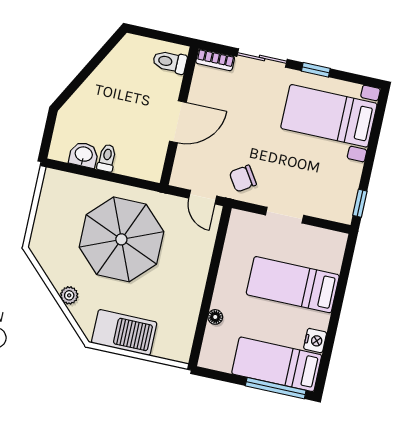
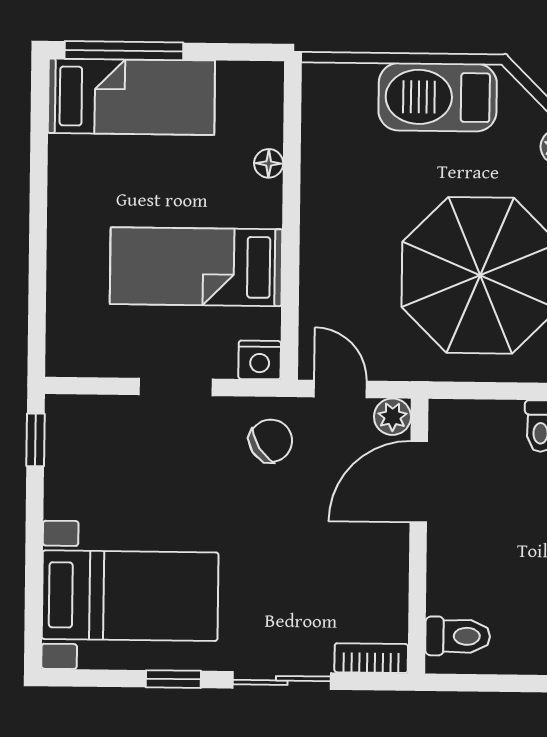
door: (178, 122) -> (419, 482), moved
plant: (180, 178) -> (392, 417), added
bed: (293, 285) -> (196, 267), moved, turned 180
nightstand: (315, 341) -> (260, 360), moved, turned -90

